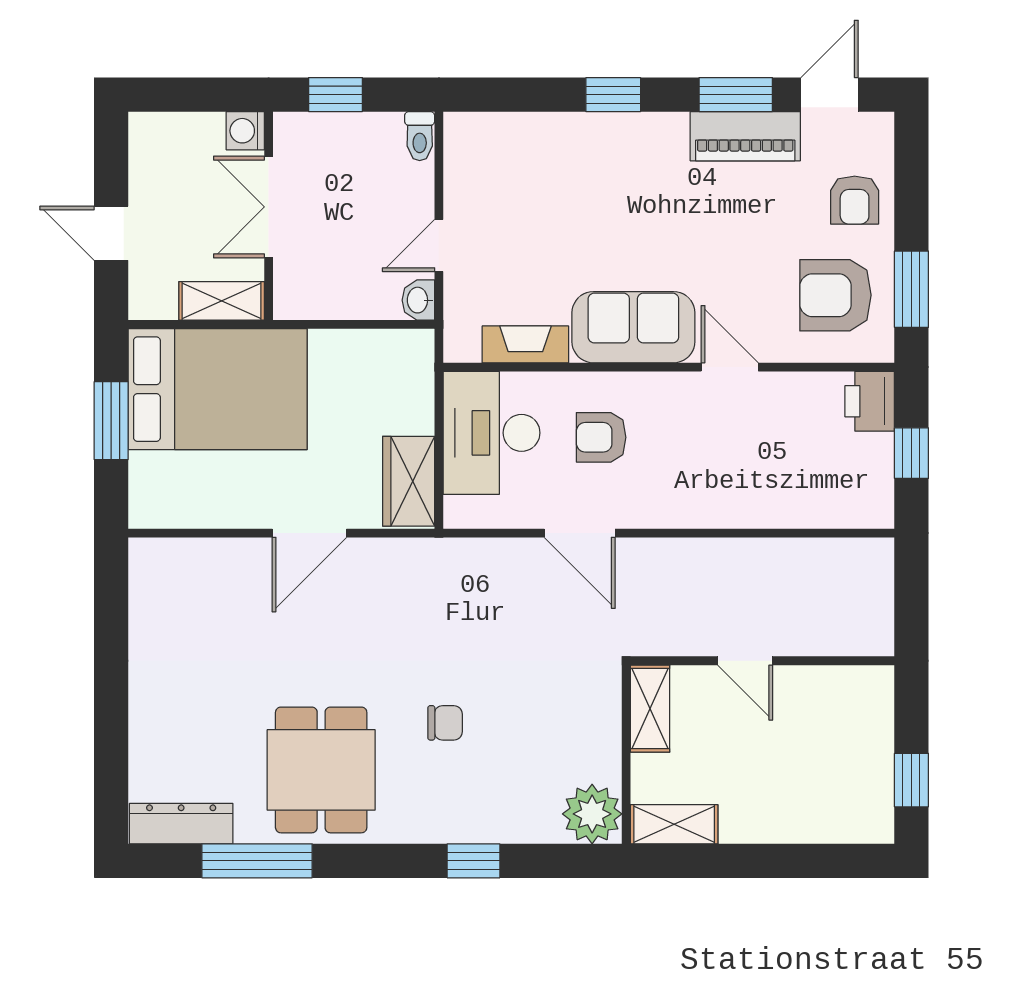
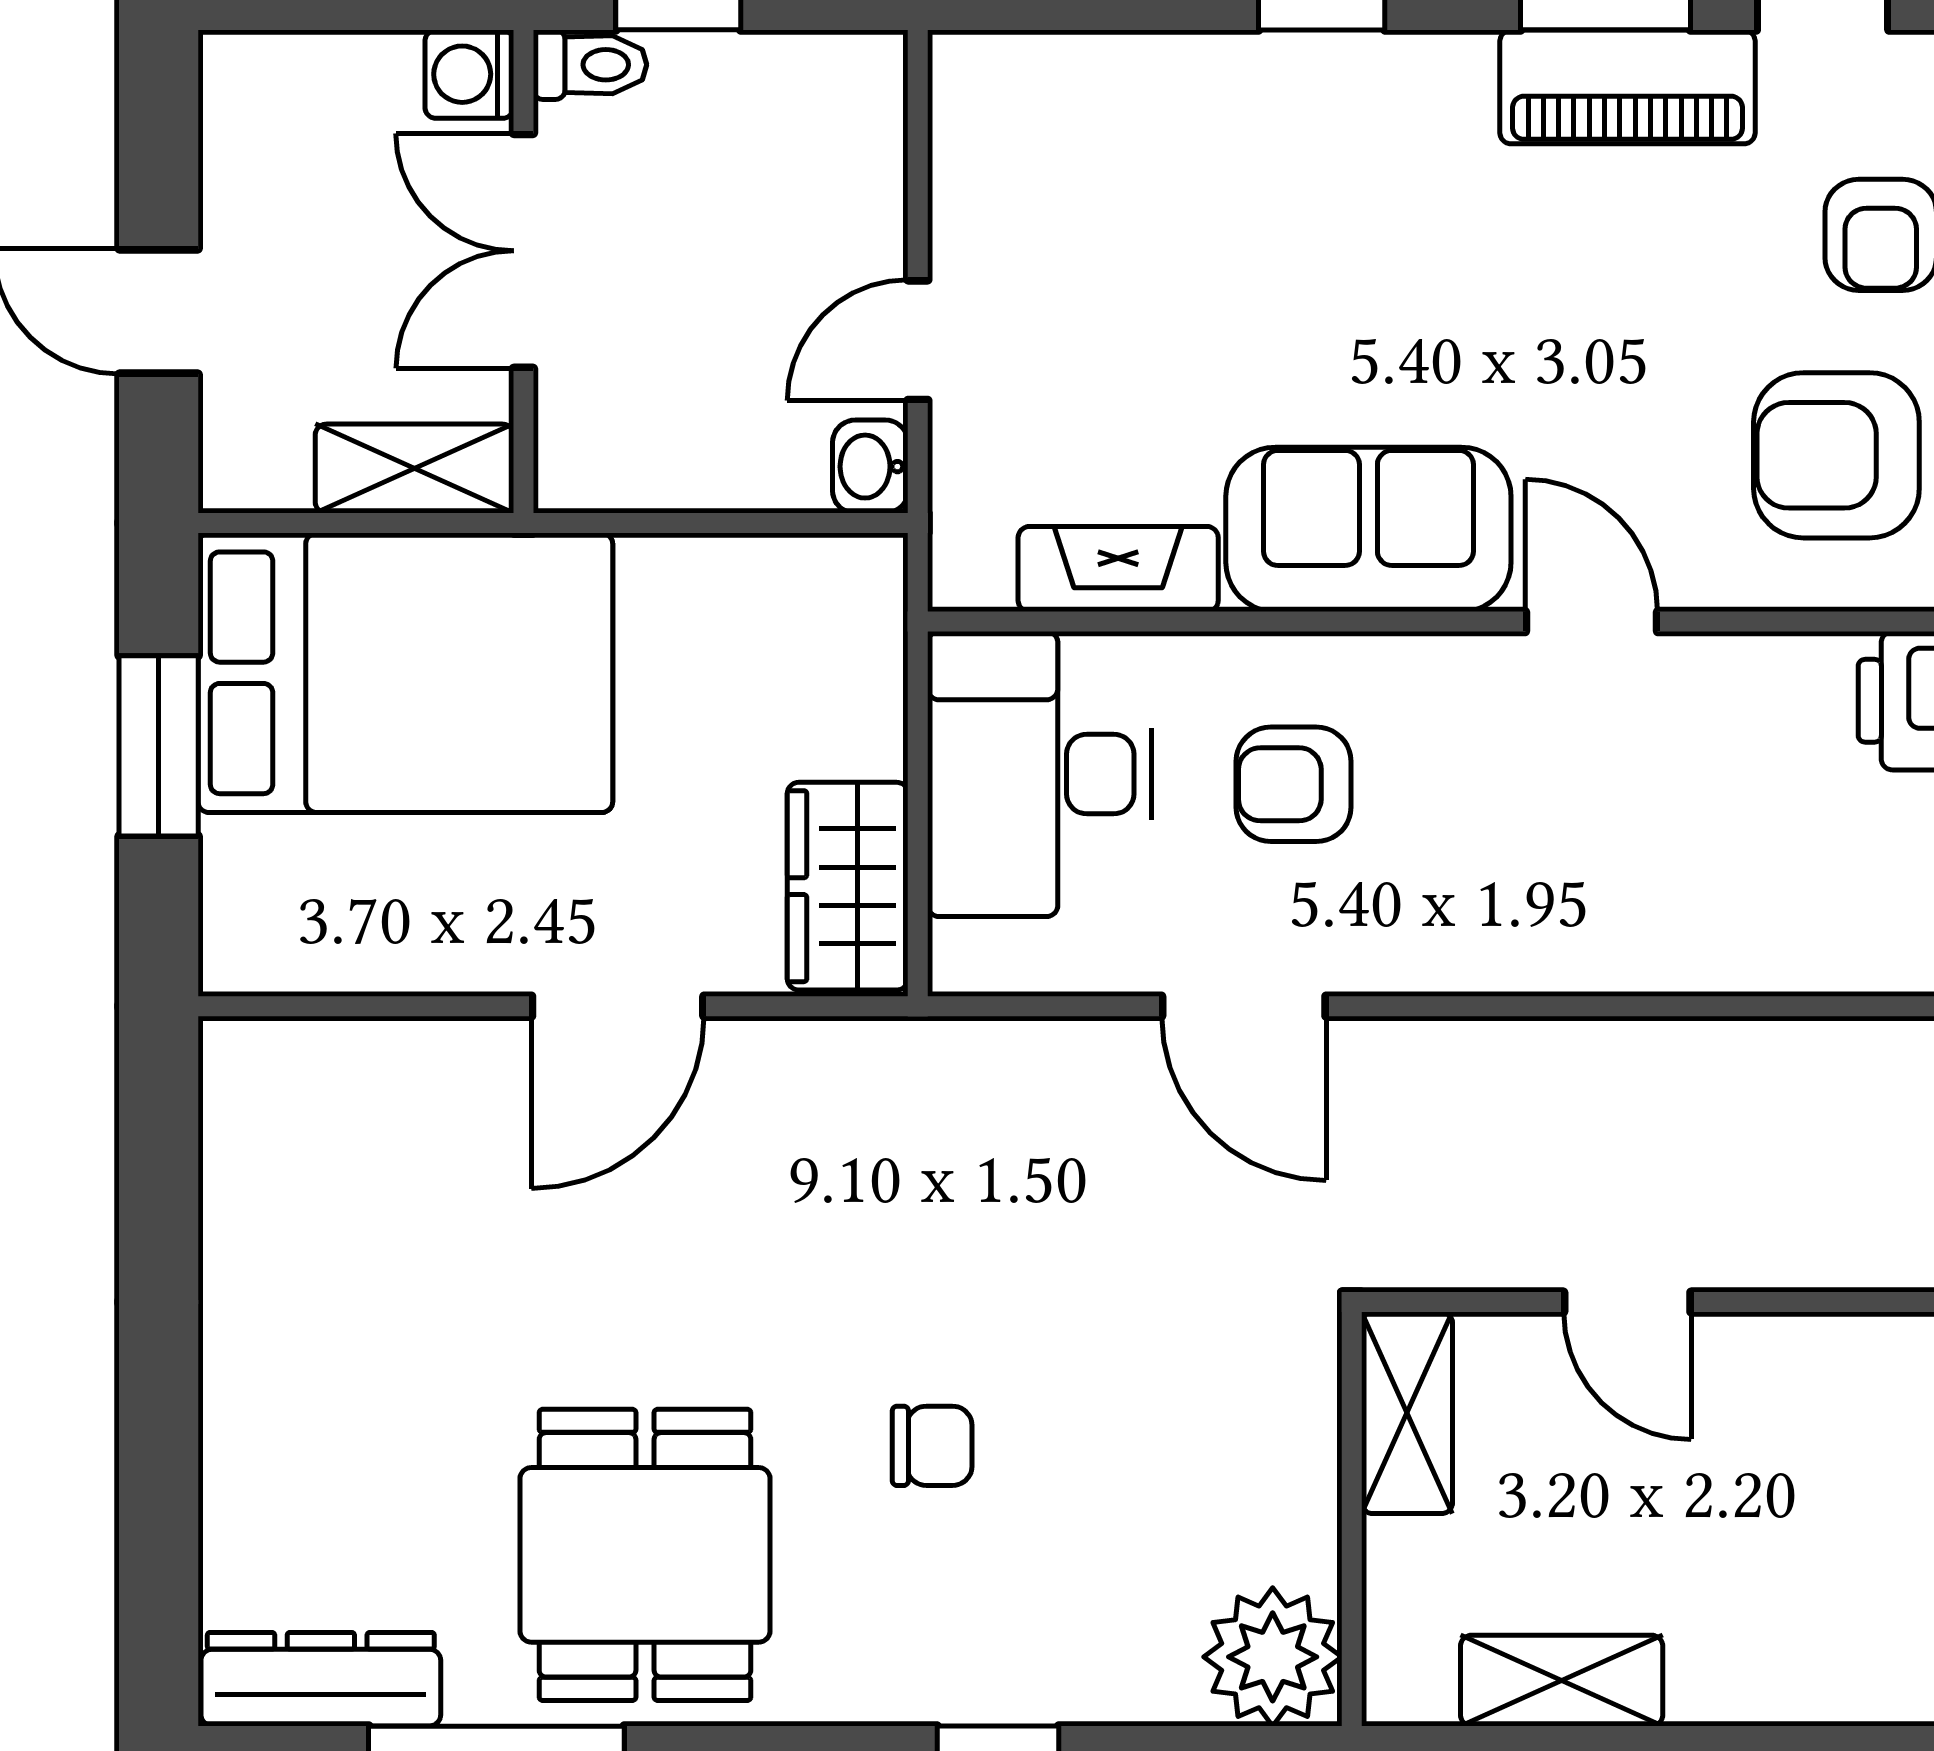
toilet: (420, 136) -> (590, 65), moved, turned -90
shelving: (674, 824) -> (1562, 1681), moved

